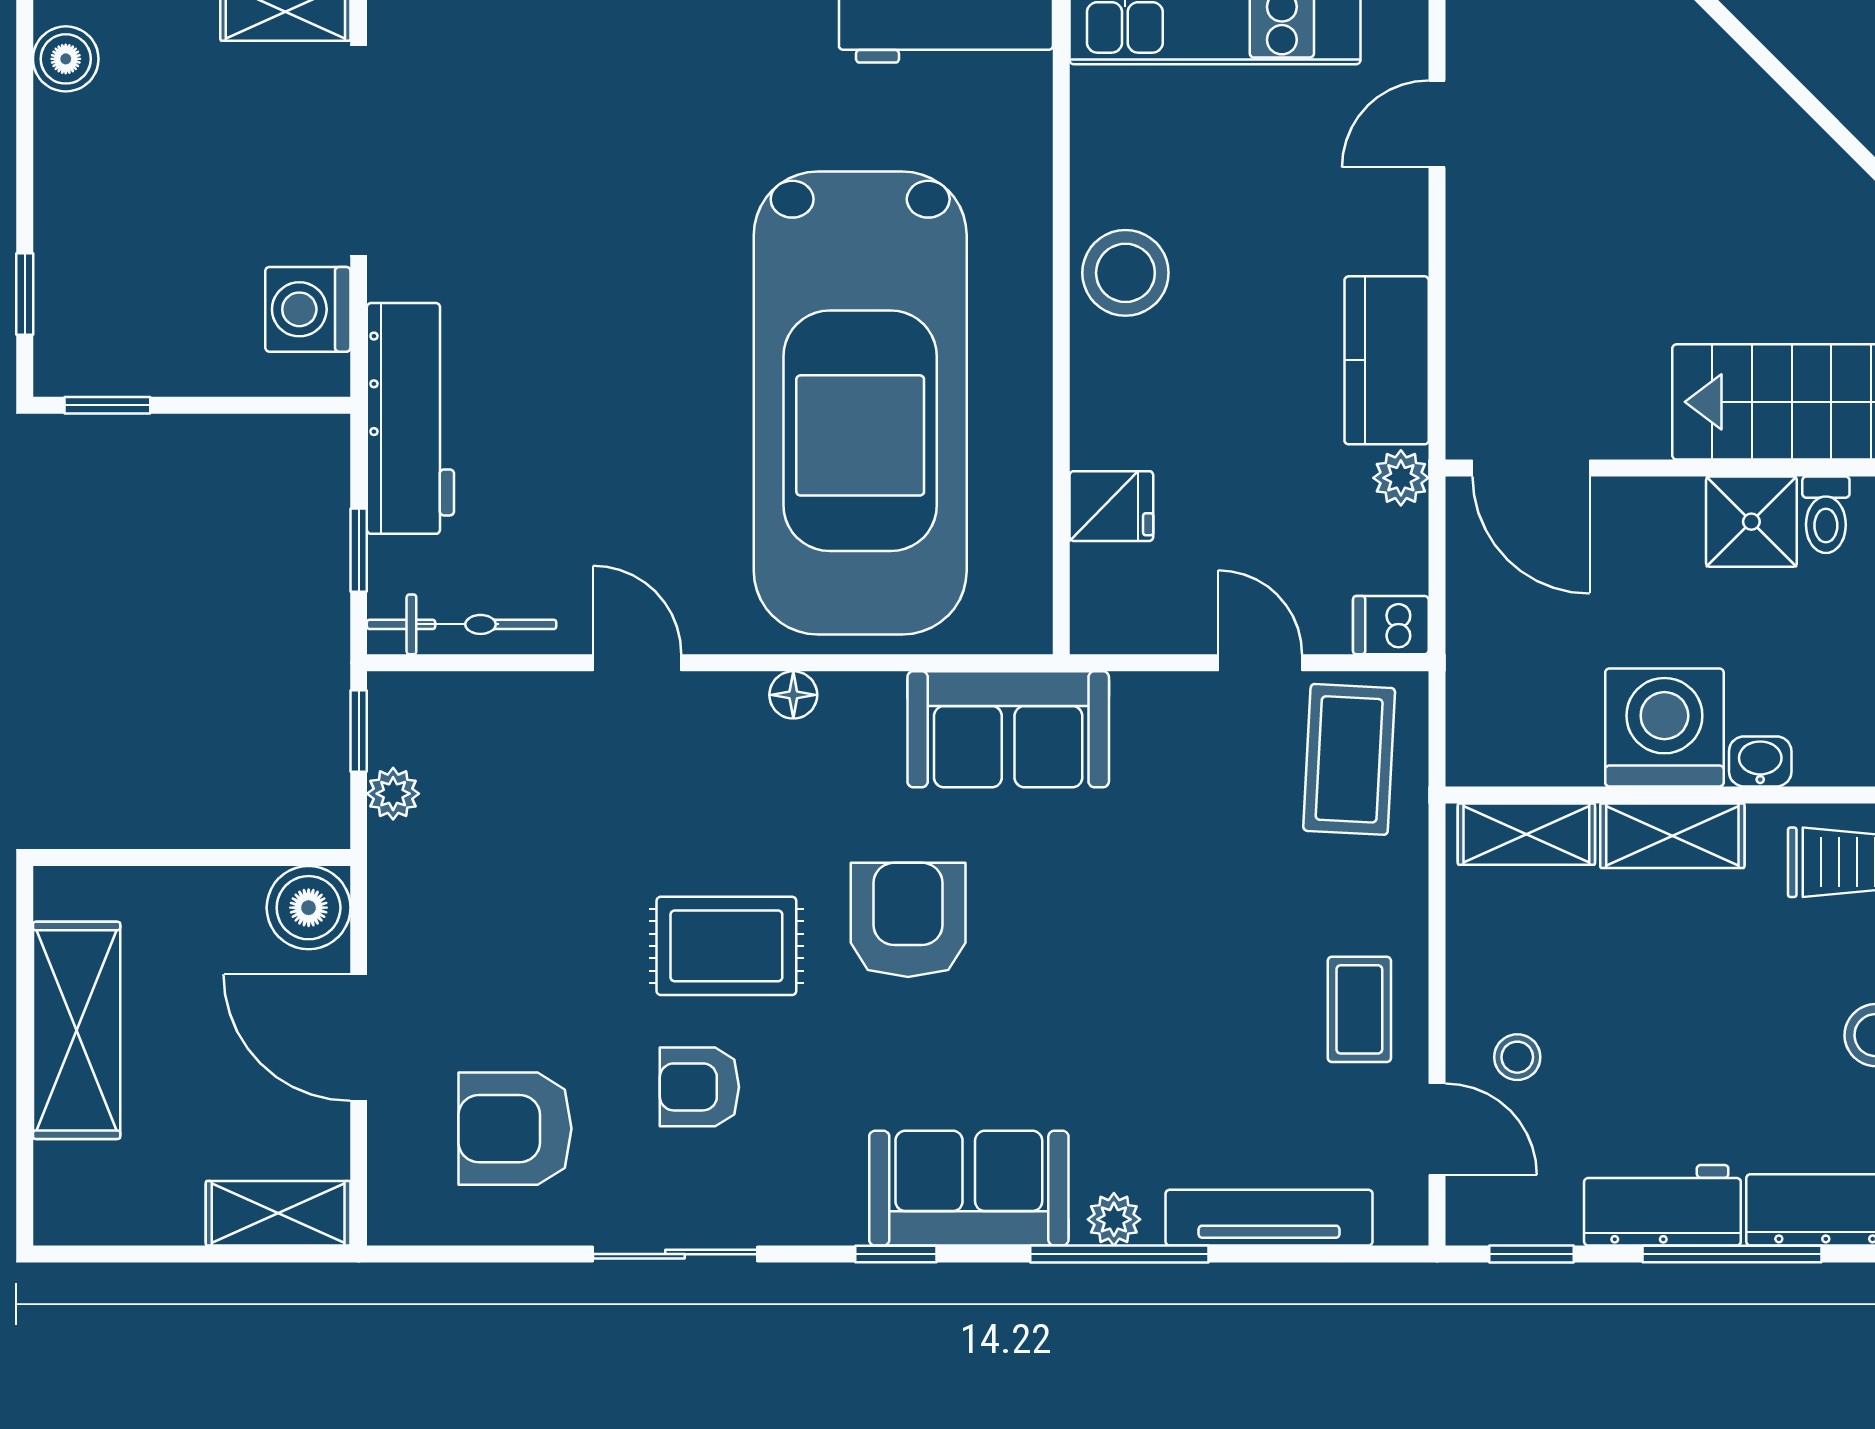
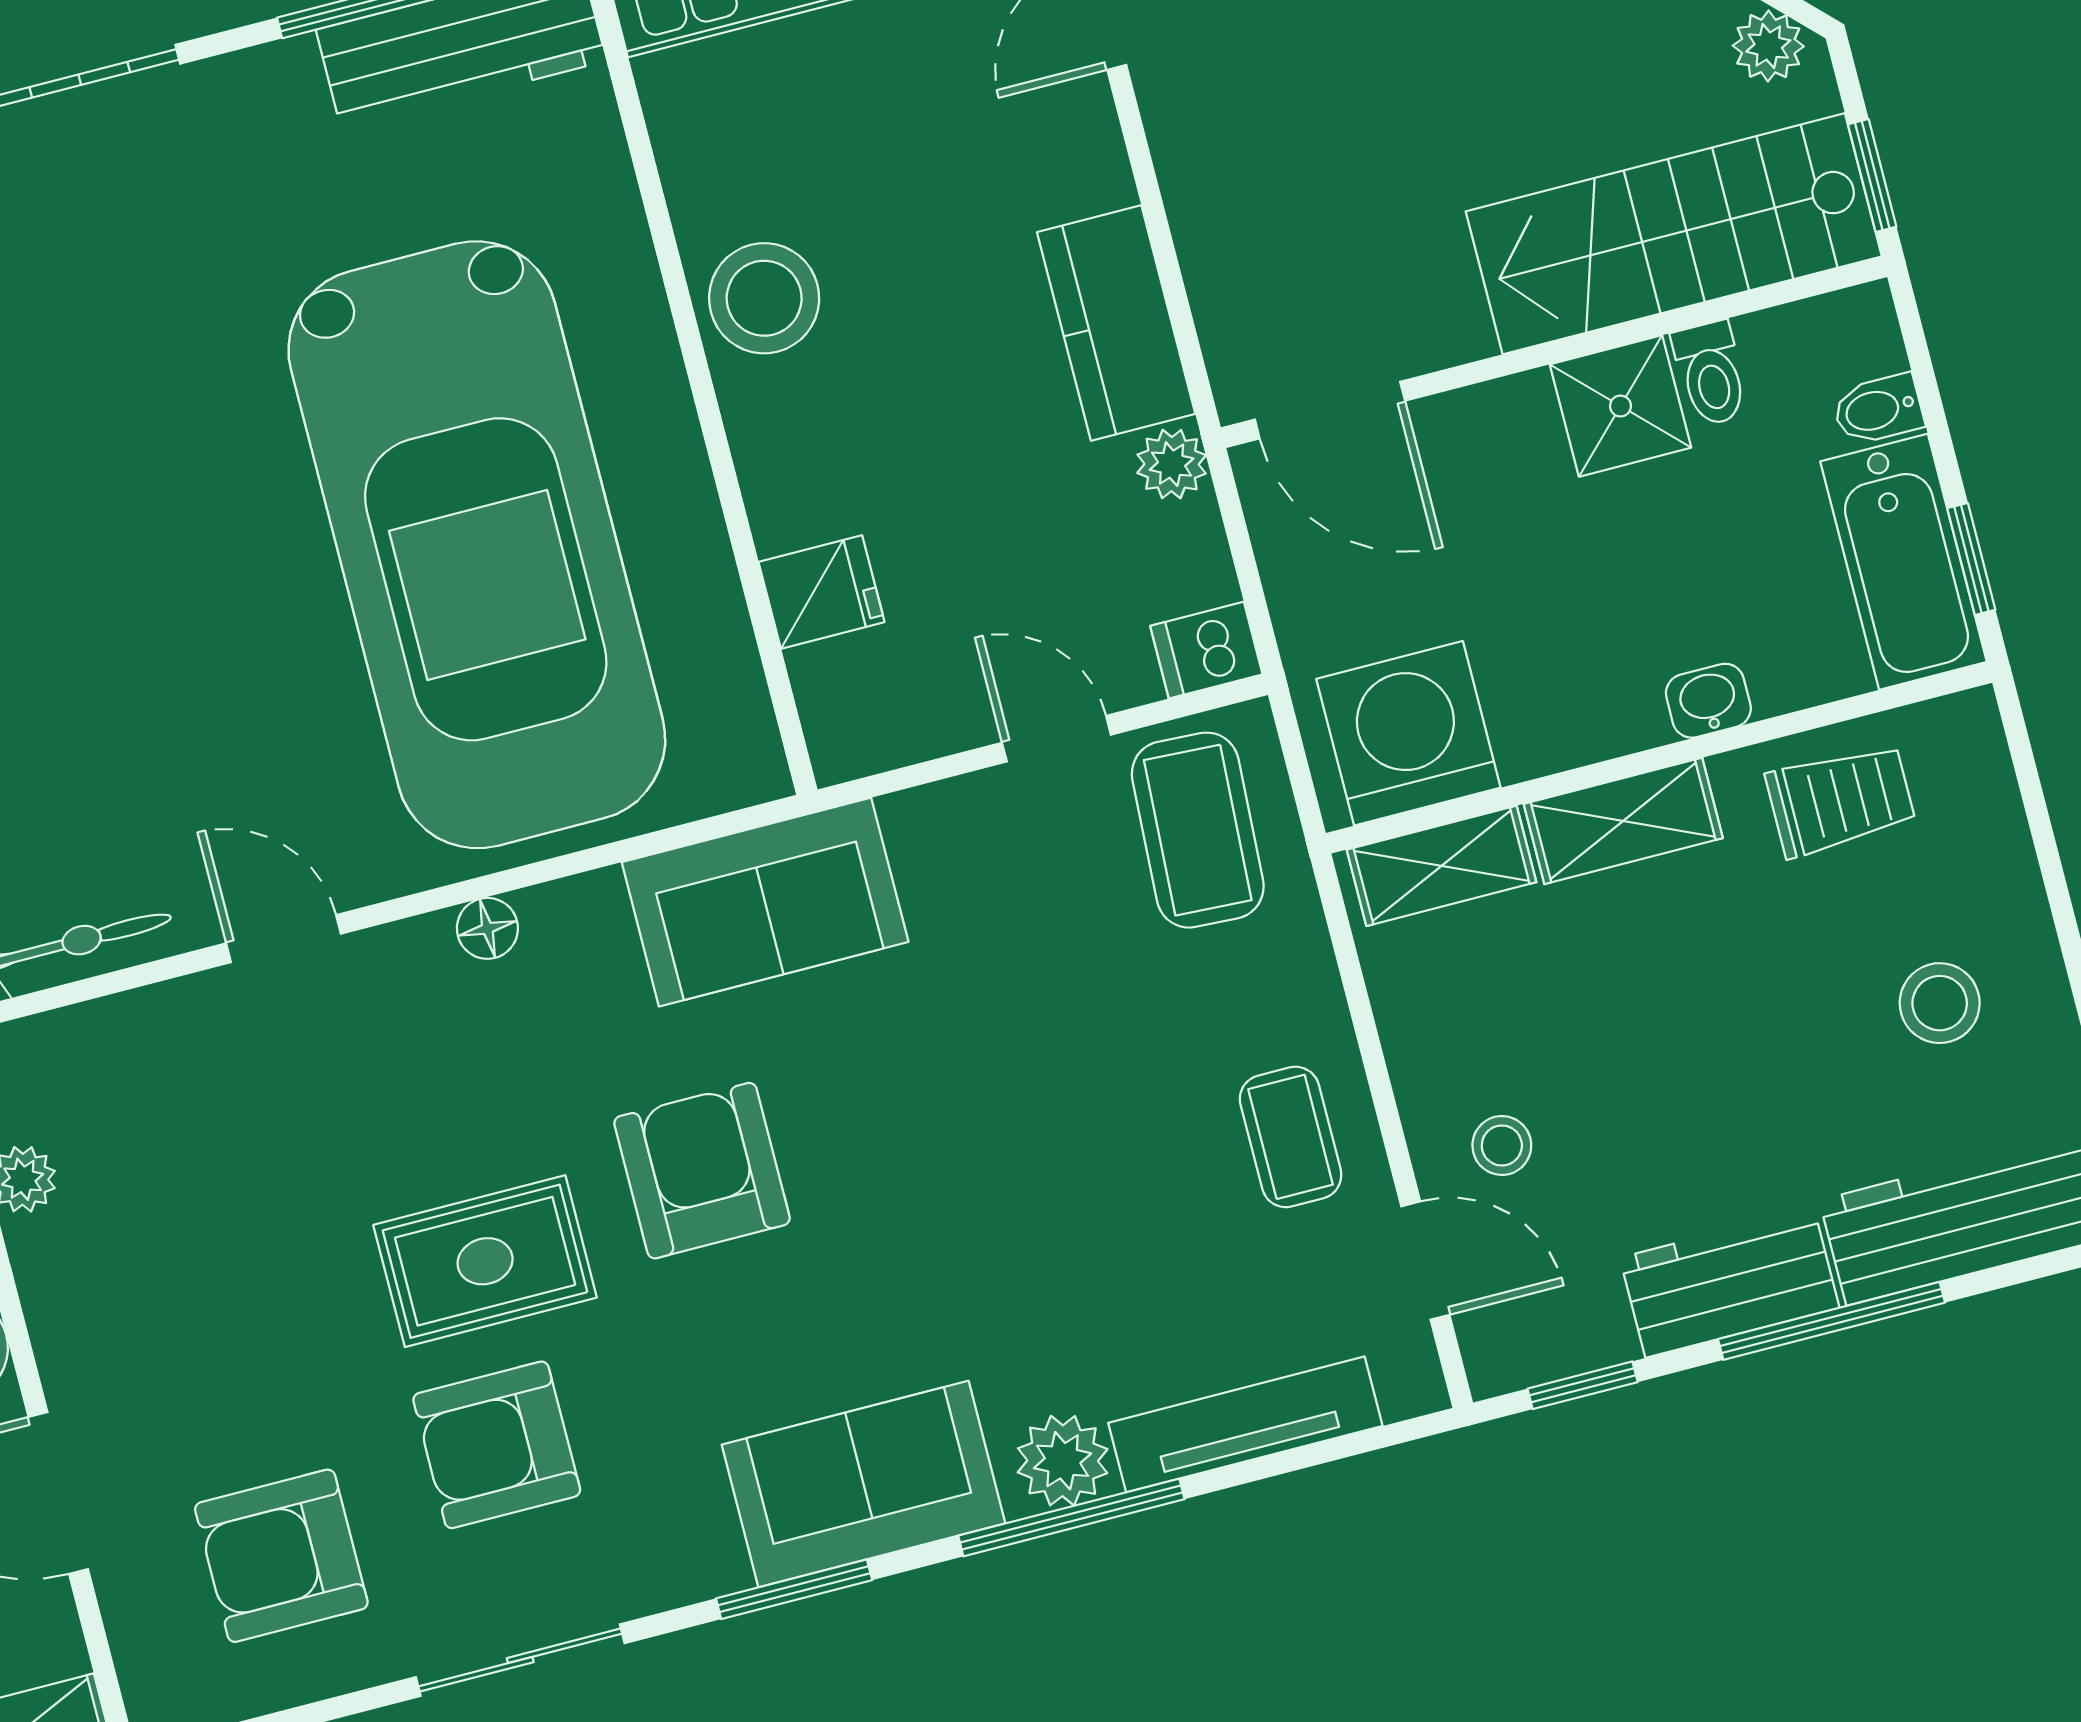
washing machine: (1664, 727) -> (1408, 733), moved
armchair: (699, 1087) -> (497, 1445), width x1.38, depth x1.38
plant: (1114, 1219) -> (1063, 1461), width x1.38, depth x1.38
window: (896, 1254) -> (794, 1589), width x1.50

